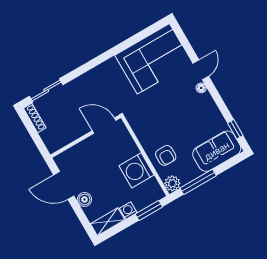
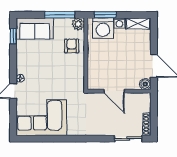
door: (104, 126) -> (114, 91), moved
washing machine: (136, 170) -> (103, 28), moved, turned 90
boiler: (84, 199) -> (145, 84), moved

